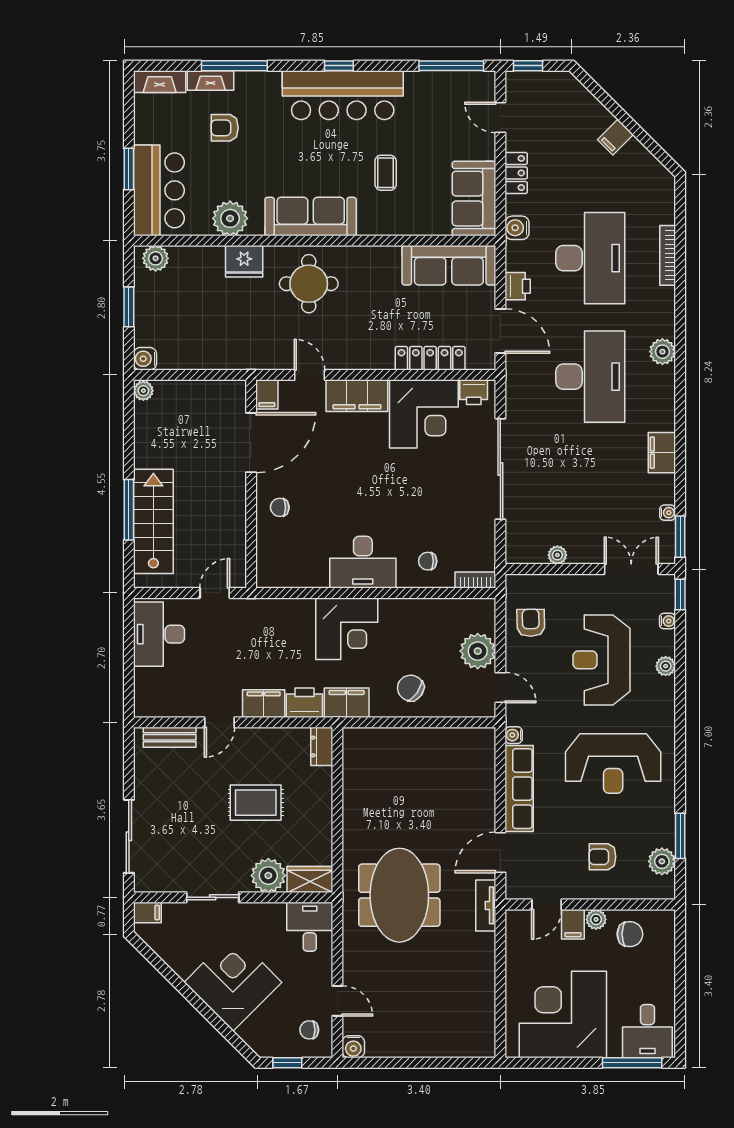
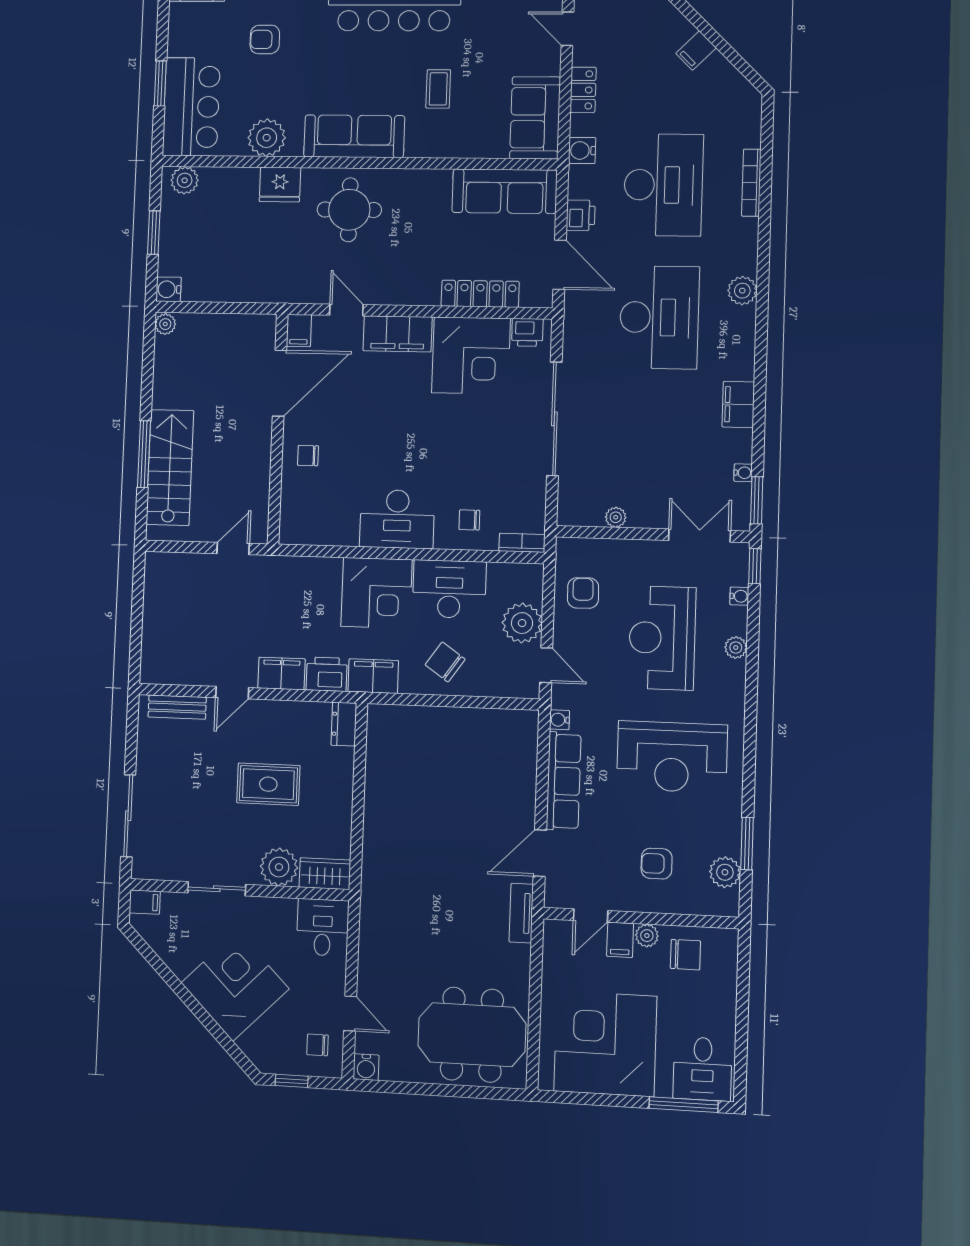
desk: (159, 634) -> (449, 589), moved, turned 90
meeting table: (399, 895) -> (472, 1035), moved, turned 90

